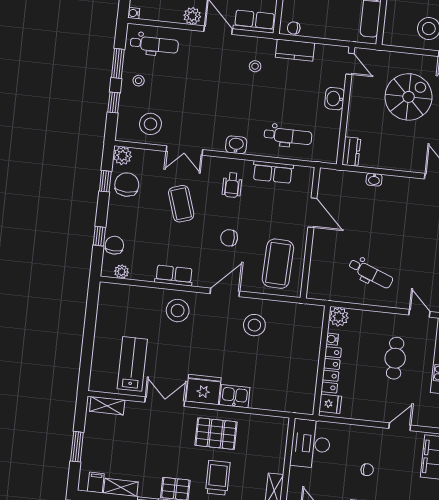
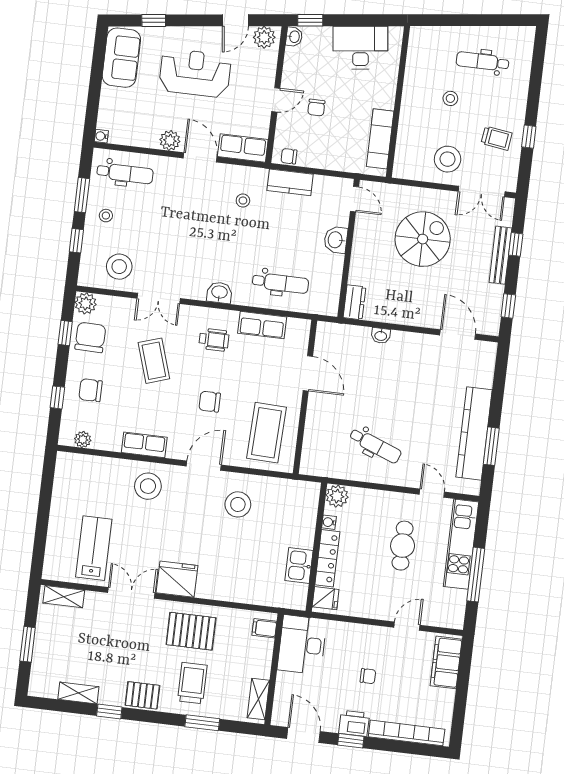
wheelchair: (232, 185) -> (214, 340), turned -90
chair: (114, 245) -> (91, 390), moved, turned -90
kitchen sink: (235, 396) -> (299, 566), moved, turned -90
filing cabinet: (96, 483) -> (264, 628), moved, turned -90

